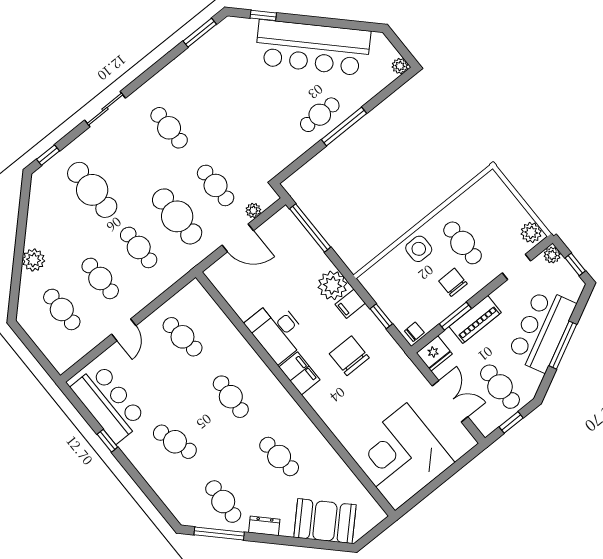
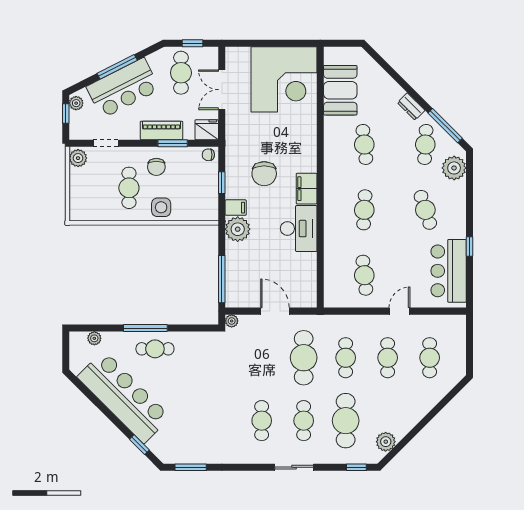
plant: (400, 66) -> (94, 338), moved
cafe table: (216, 185) -> (304, 421), moved
plant: (253, 210) -> (232, 321), moved
plant: (552, 255) -> (76, 103), moved
plant: (34, 260) -> (386, 442), moved
plant: (180, 501) -> (454, 168), added
booth: (325, 521) -> (340, 90), moved, turned 45

